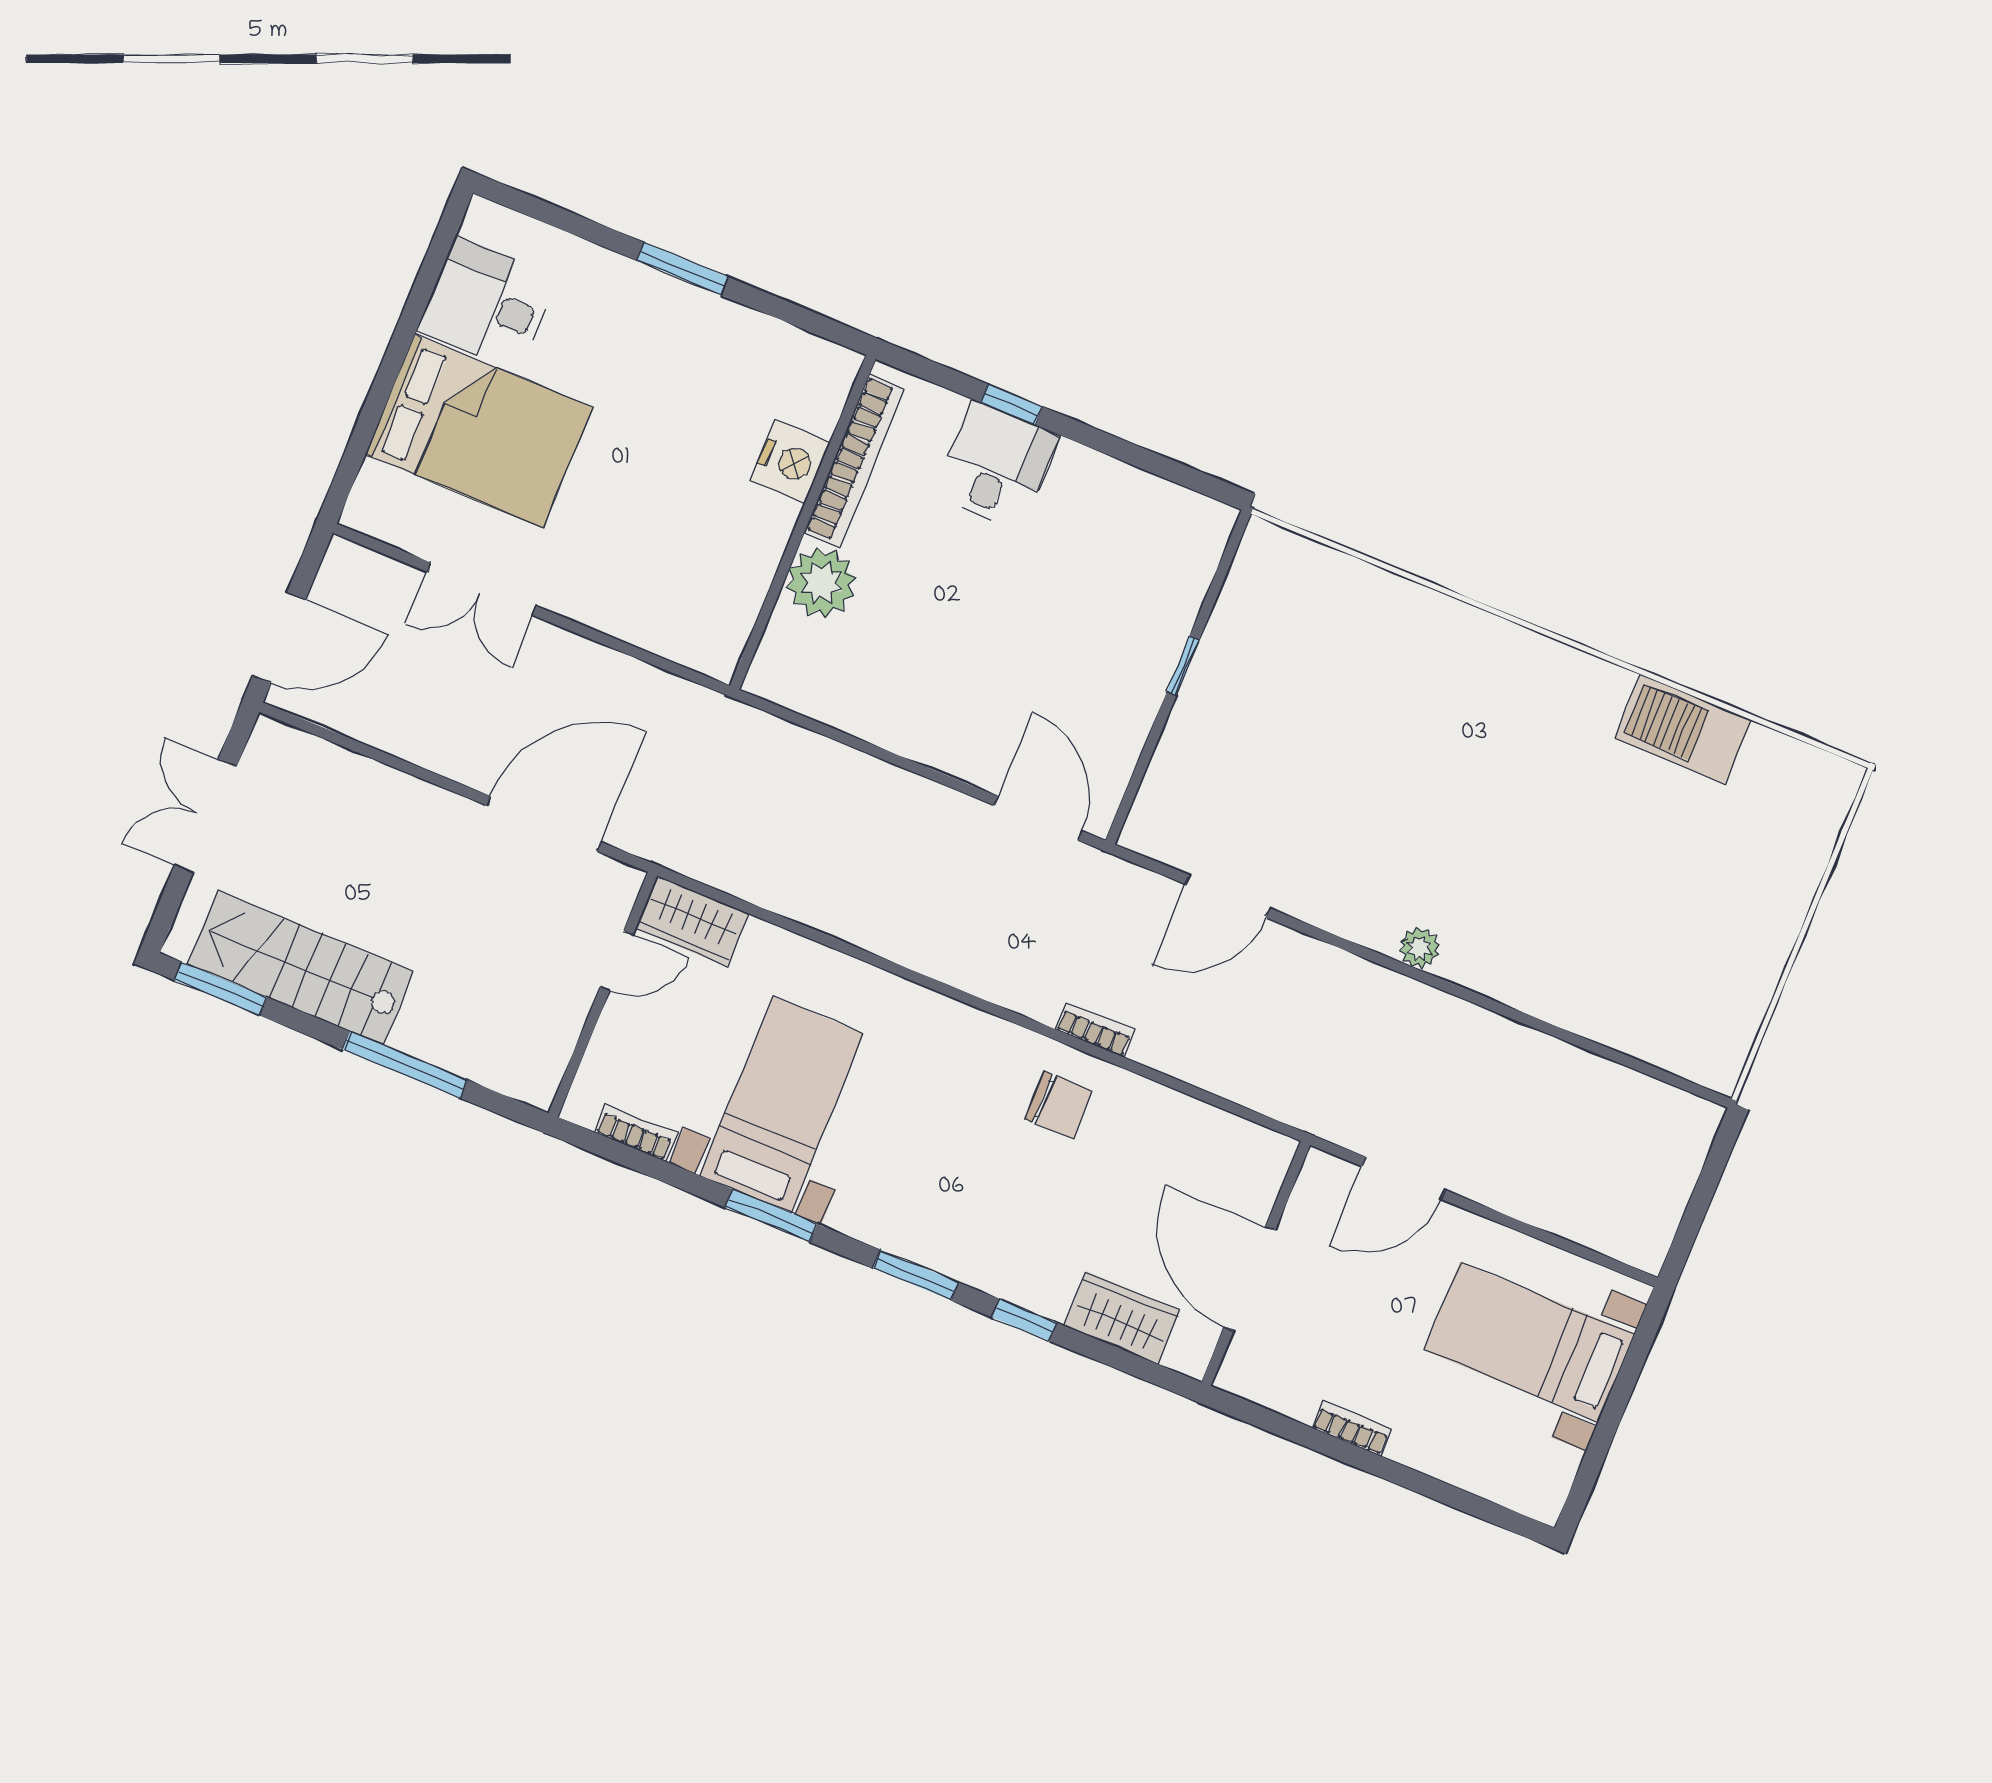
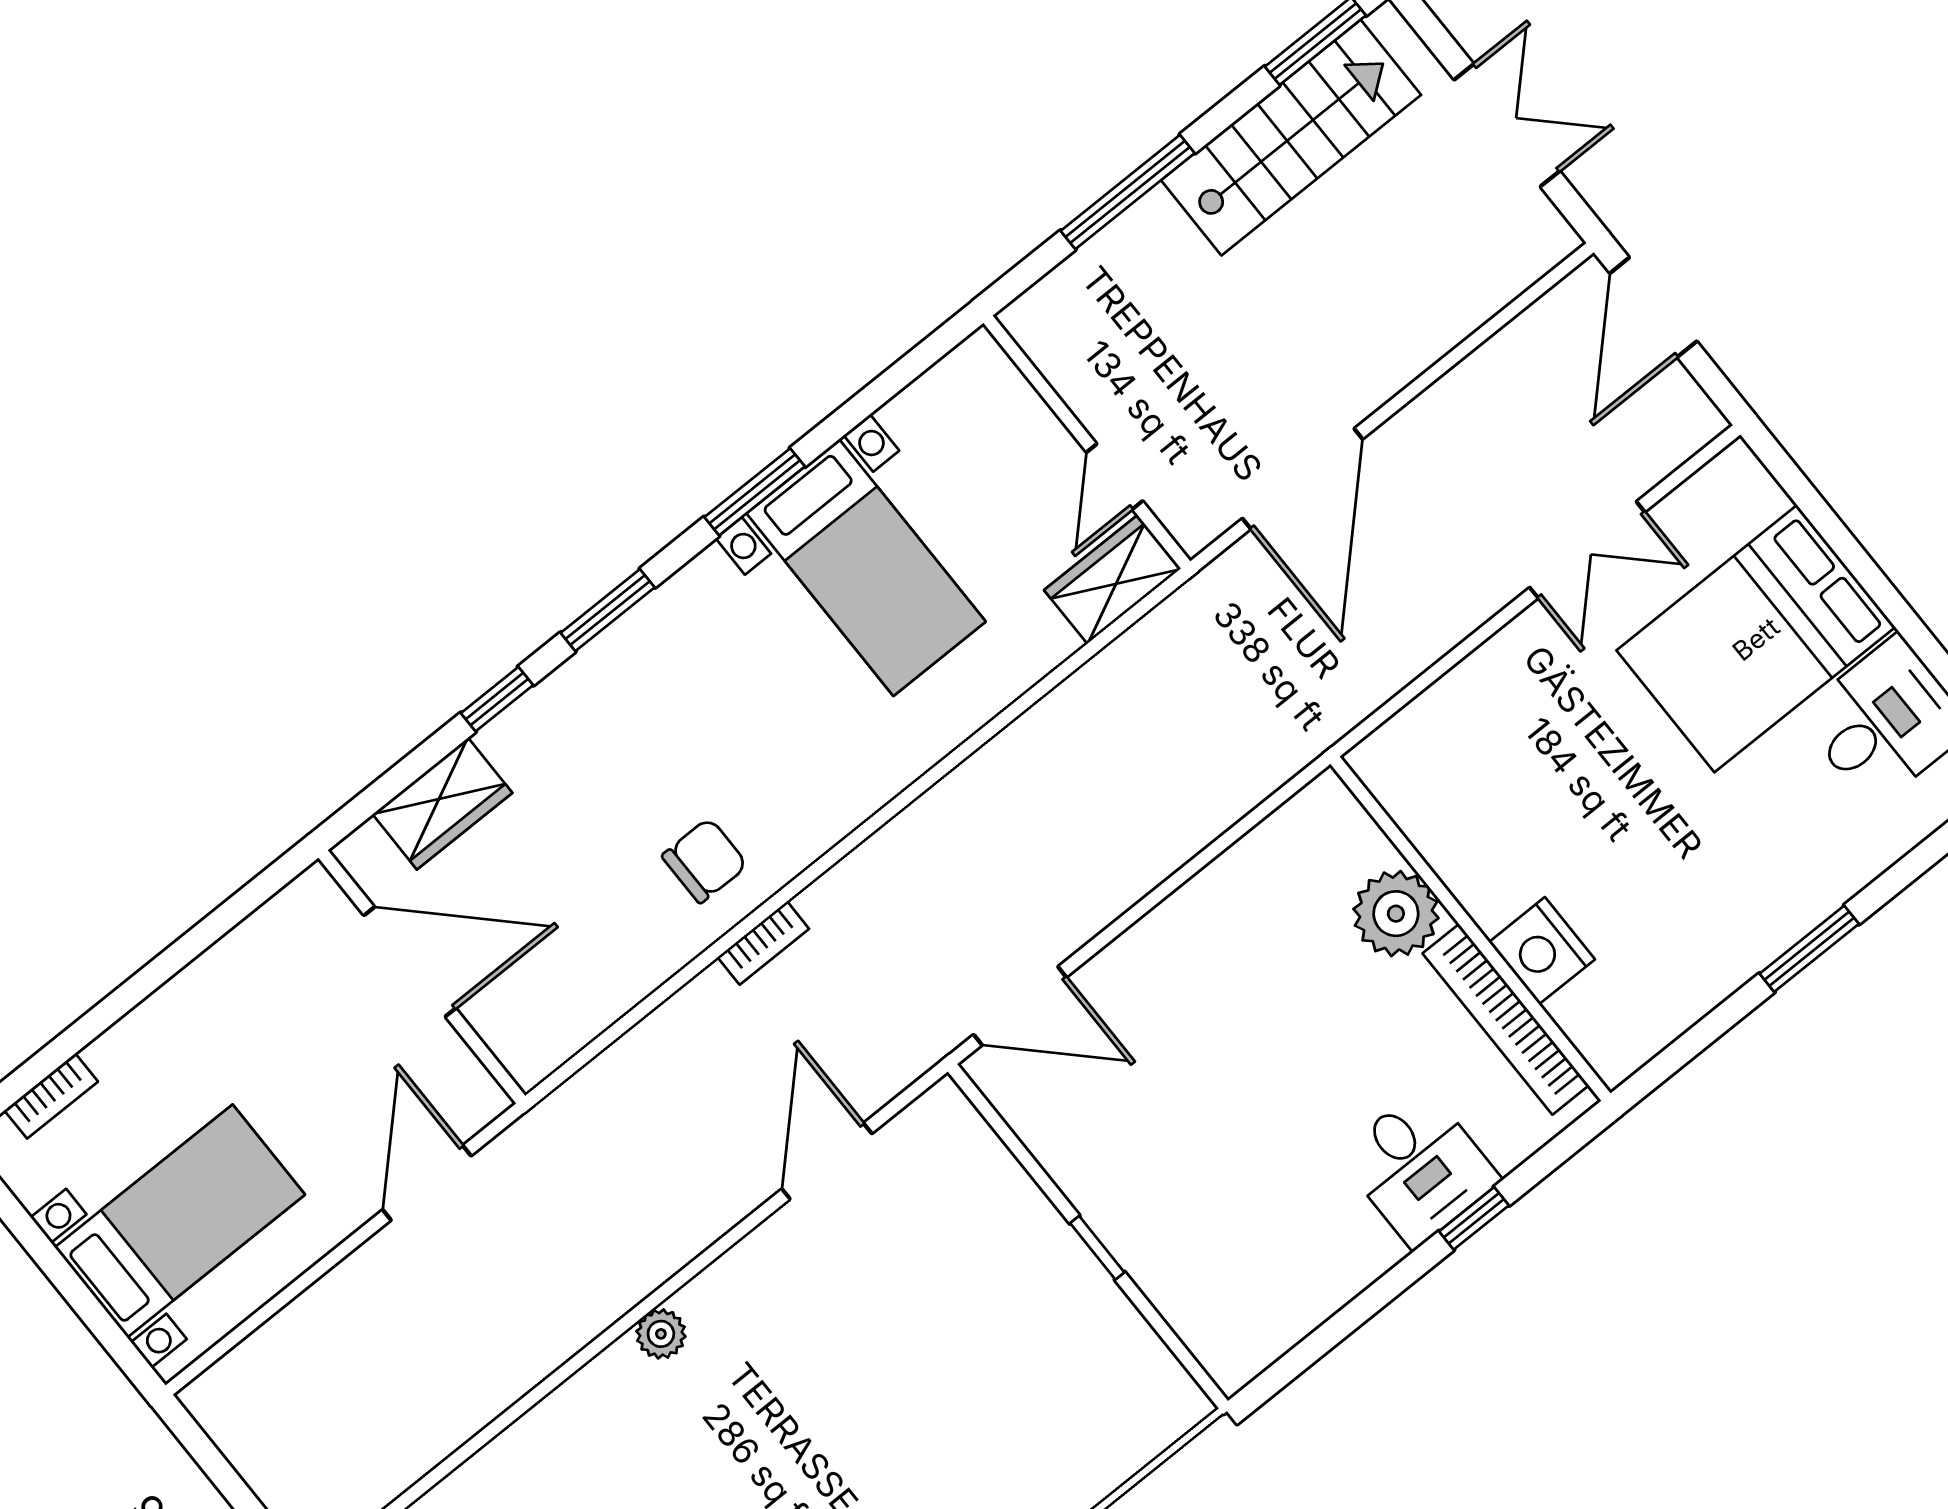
double door: (481, 589) -> (1587, 550), swing flipped
chair: (1059, 1105) -> (705, 861), turned 180
bookcase: (636, 1133) -> (921, 397), removed
bookcase: (1352, 1428) -> (51, 1096), moved

